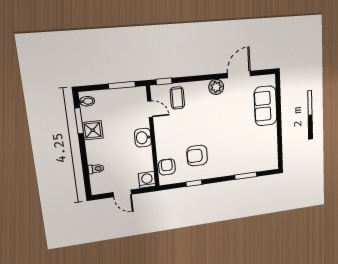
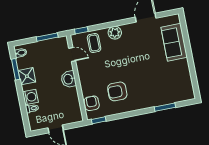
plant: (216, 87) -> (115, 33), moved
washing machine: (147, 180) -> (30, 97), moved, turned 90
window: (194, 183) -> (99, 120), moved

